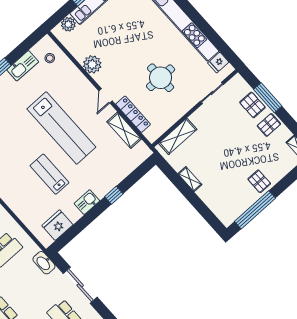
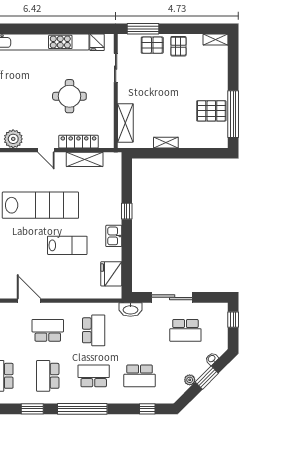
window: (268, 98) -> (143, 29), moved
lab bench: (49, 174) -> (67, 245), turned 180
pallet: (259, 181) -> (211, 111), moved, width x1.50, depth x1.42

